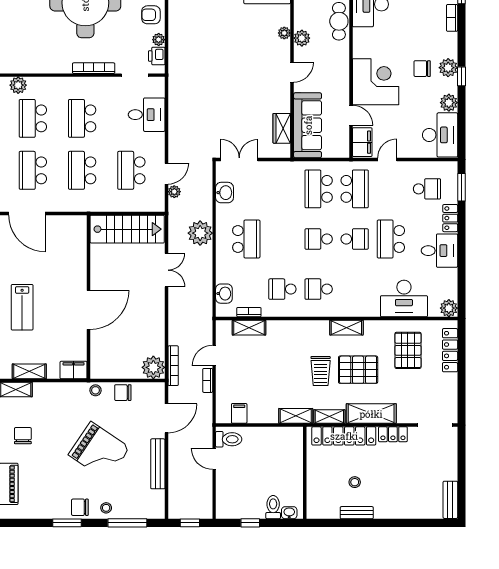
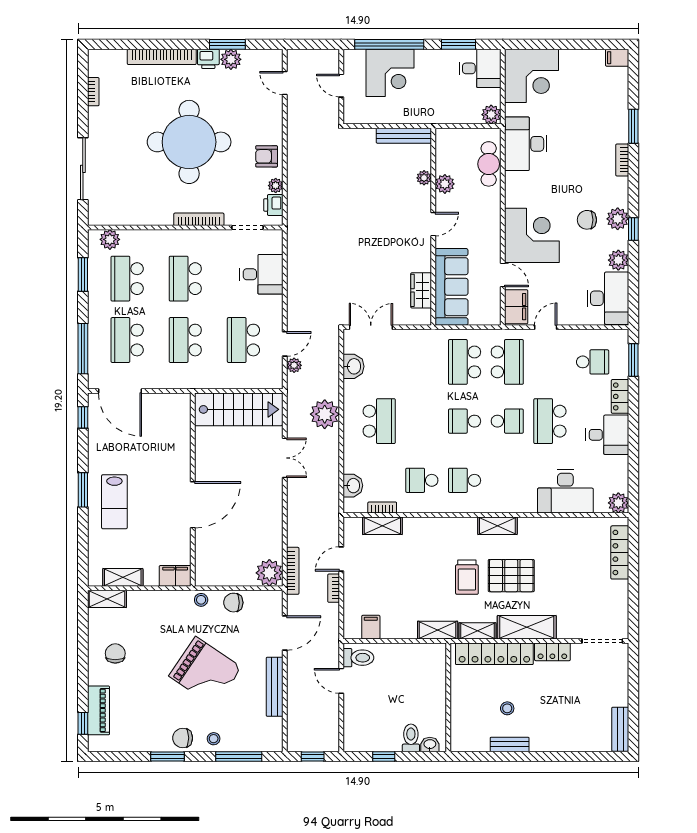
pallet: (408, 350) -> (570, 553), removed

